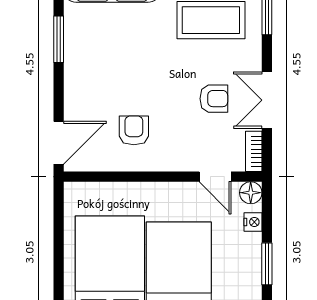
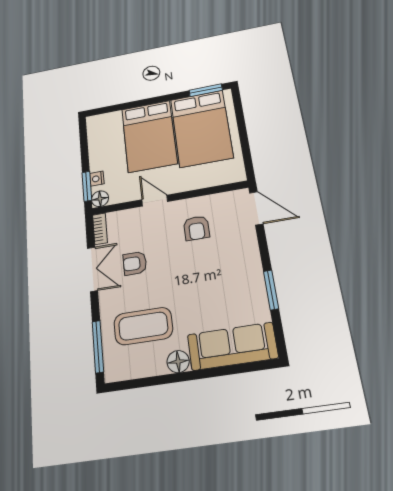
door: (59, 143) -> (256, 208), swing flipped
door: (215, 177) -> (155, 201), moved
window: (267, 264) -> (87, 186), moved

